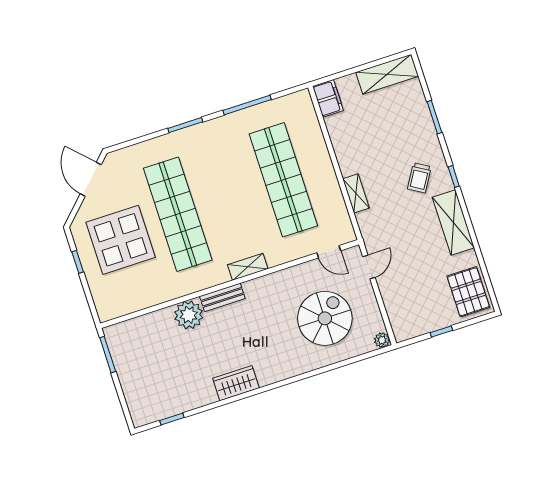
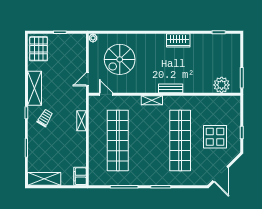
display table: (121, 240) -> (215, 137), width x0.73, depth x0.73
plant: (189, 315) -> (222, 85), moved

